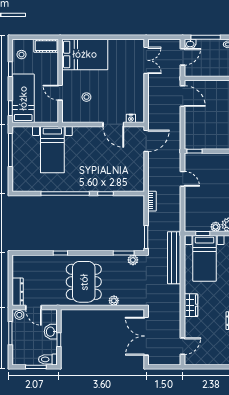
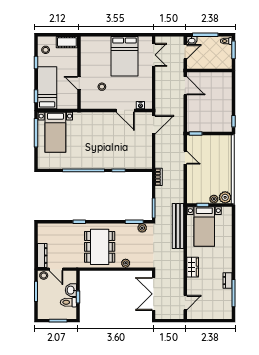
bed: (85, 54) -> (124, 56), moved, turned 90
bed with nightstands: (52, 150) -> (55, 132), moved
toilet: (48, 359) -> (68, 302), moved

